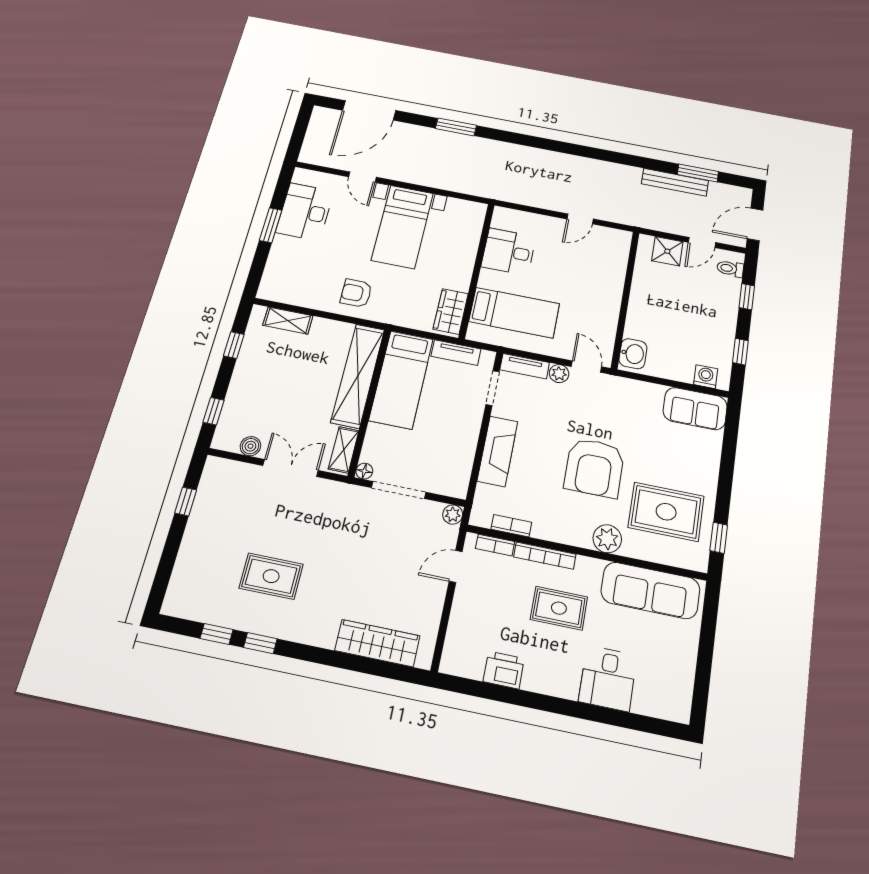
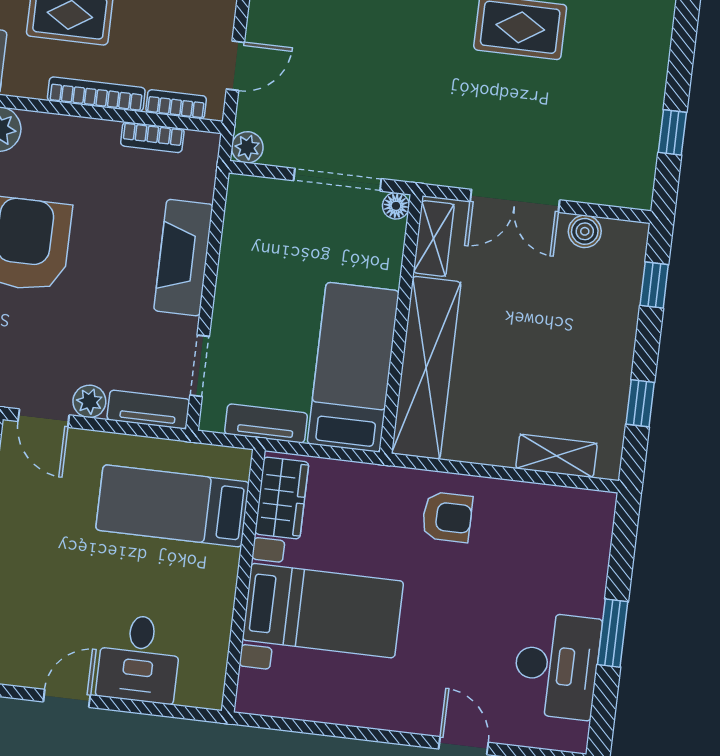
bed with nightstands: (402, 227) -> (323, 611), moved, turned 90
desk: (509, 252) -> (139, 659), moved, turned 90

